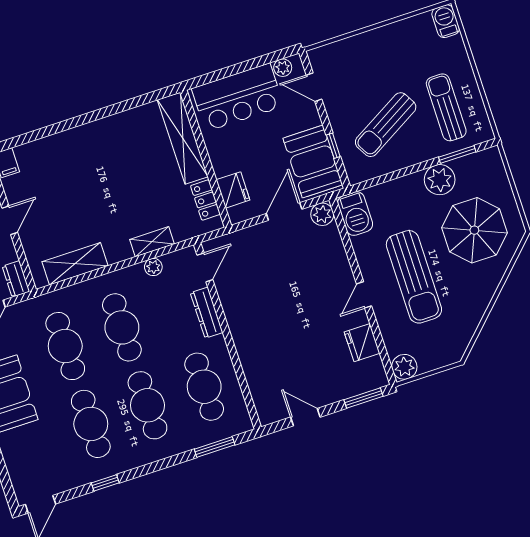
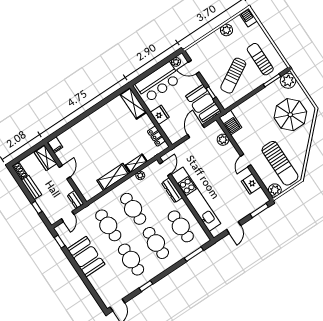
plant: (397, 33) -> (226, 30), added
shelving: (183, 138) -> (133, 103), width x0.68
plant: (440, 180) -> (288, 81), moved
fridge: (233, 190) -> (160, 115), moved
plant: (322, 214) -> (223, 140), moved
shelving: (75, 264) -> (113, 177), moved
sun lounger: (414, 277) -> (280, 163), moved
kitchen unit: (248, 342) -> (196, 199), added
door: (305, 417) -> (234, 228), swing flipped

